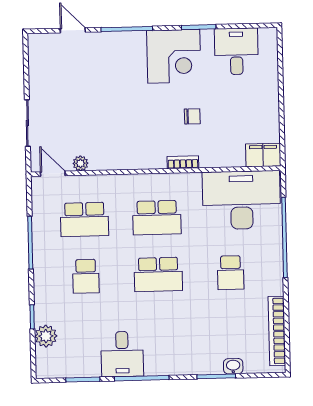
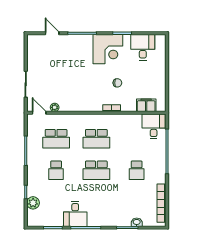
filing cabinet: (263, 155) -> (146, 105), moved
desk: (242, 200) -> (154, 126), width x0.53, depth x0.77

